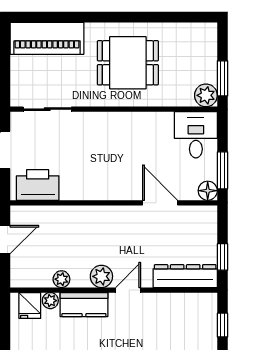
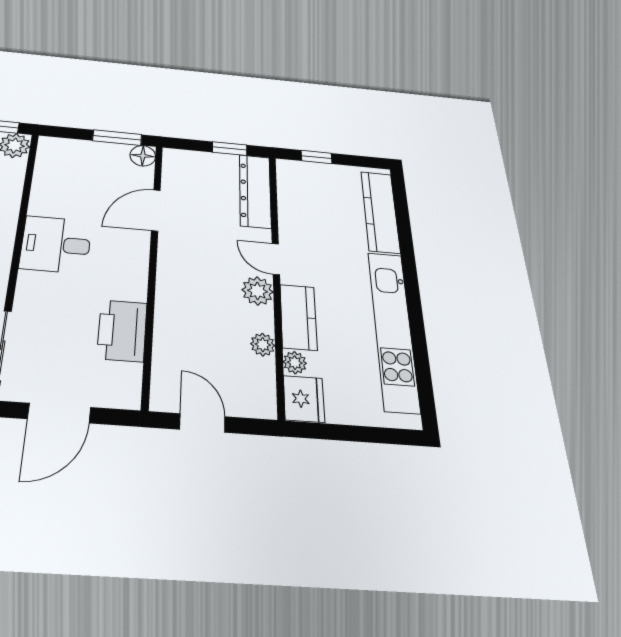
desk: (196, 135) -> (56, 244), moved
printer: (38, 185) -> (122, 331), moved
fridge: (30, 305) -> (304, 399), width x1.38

